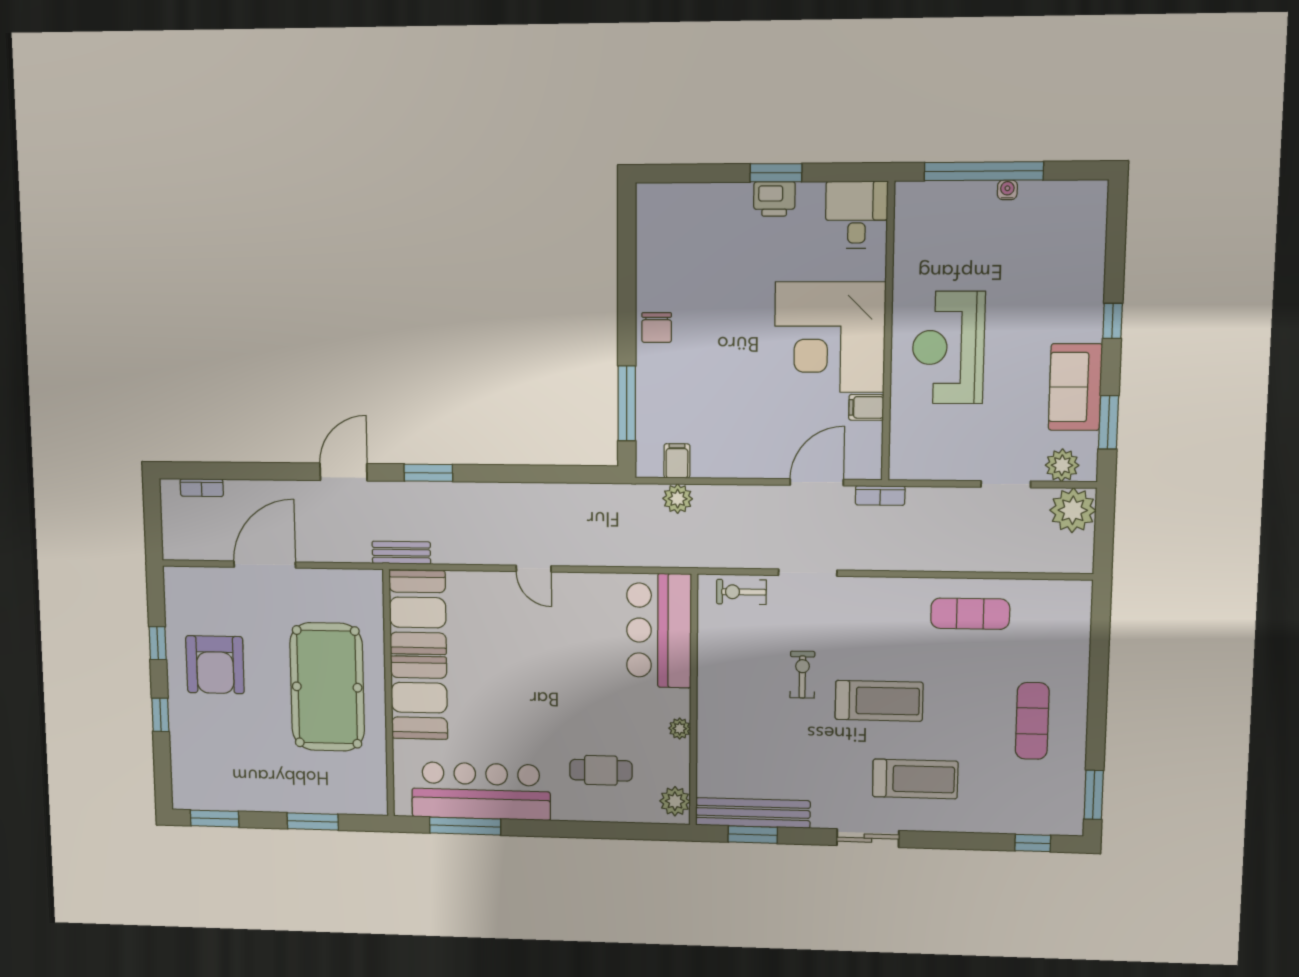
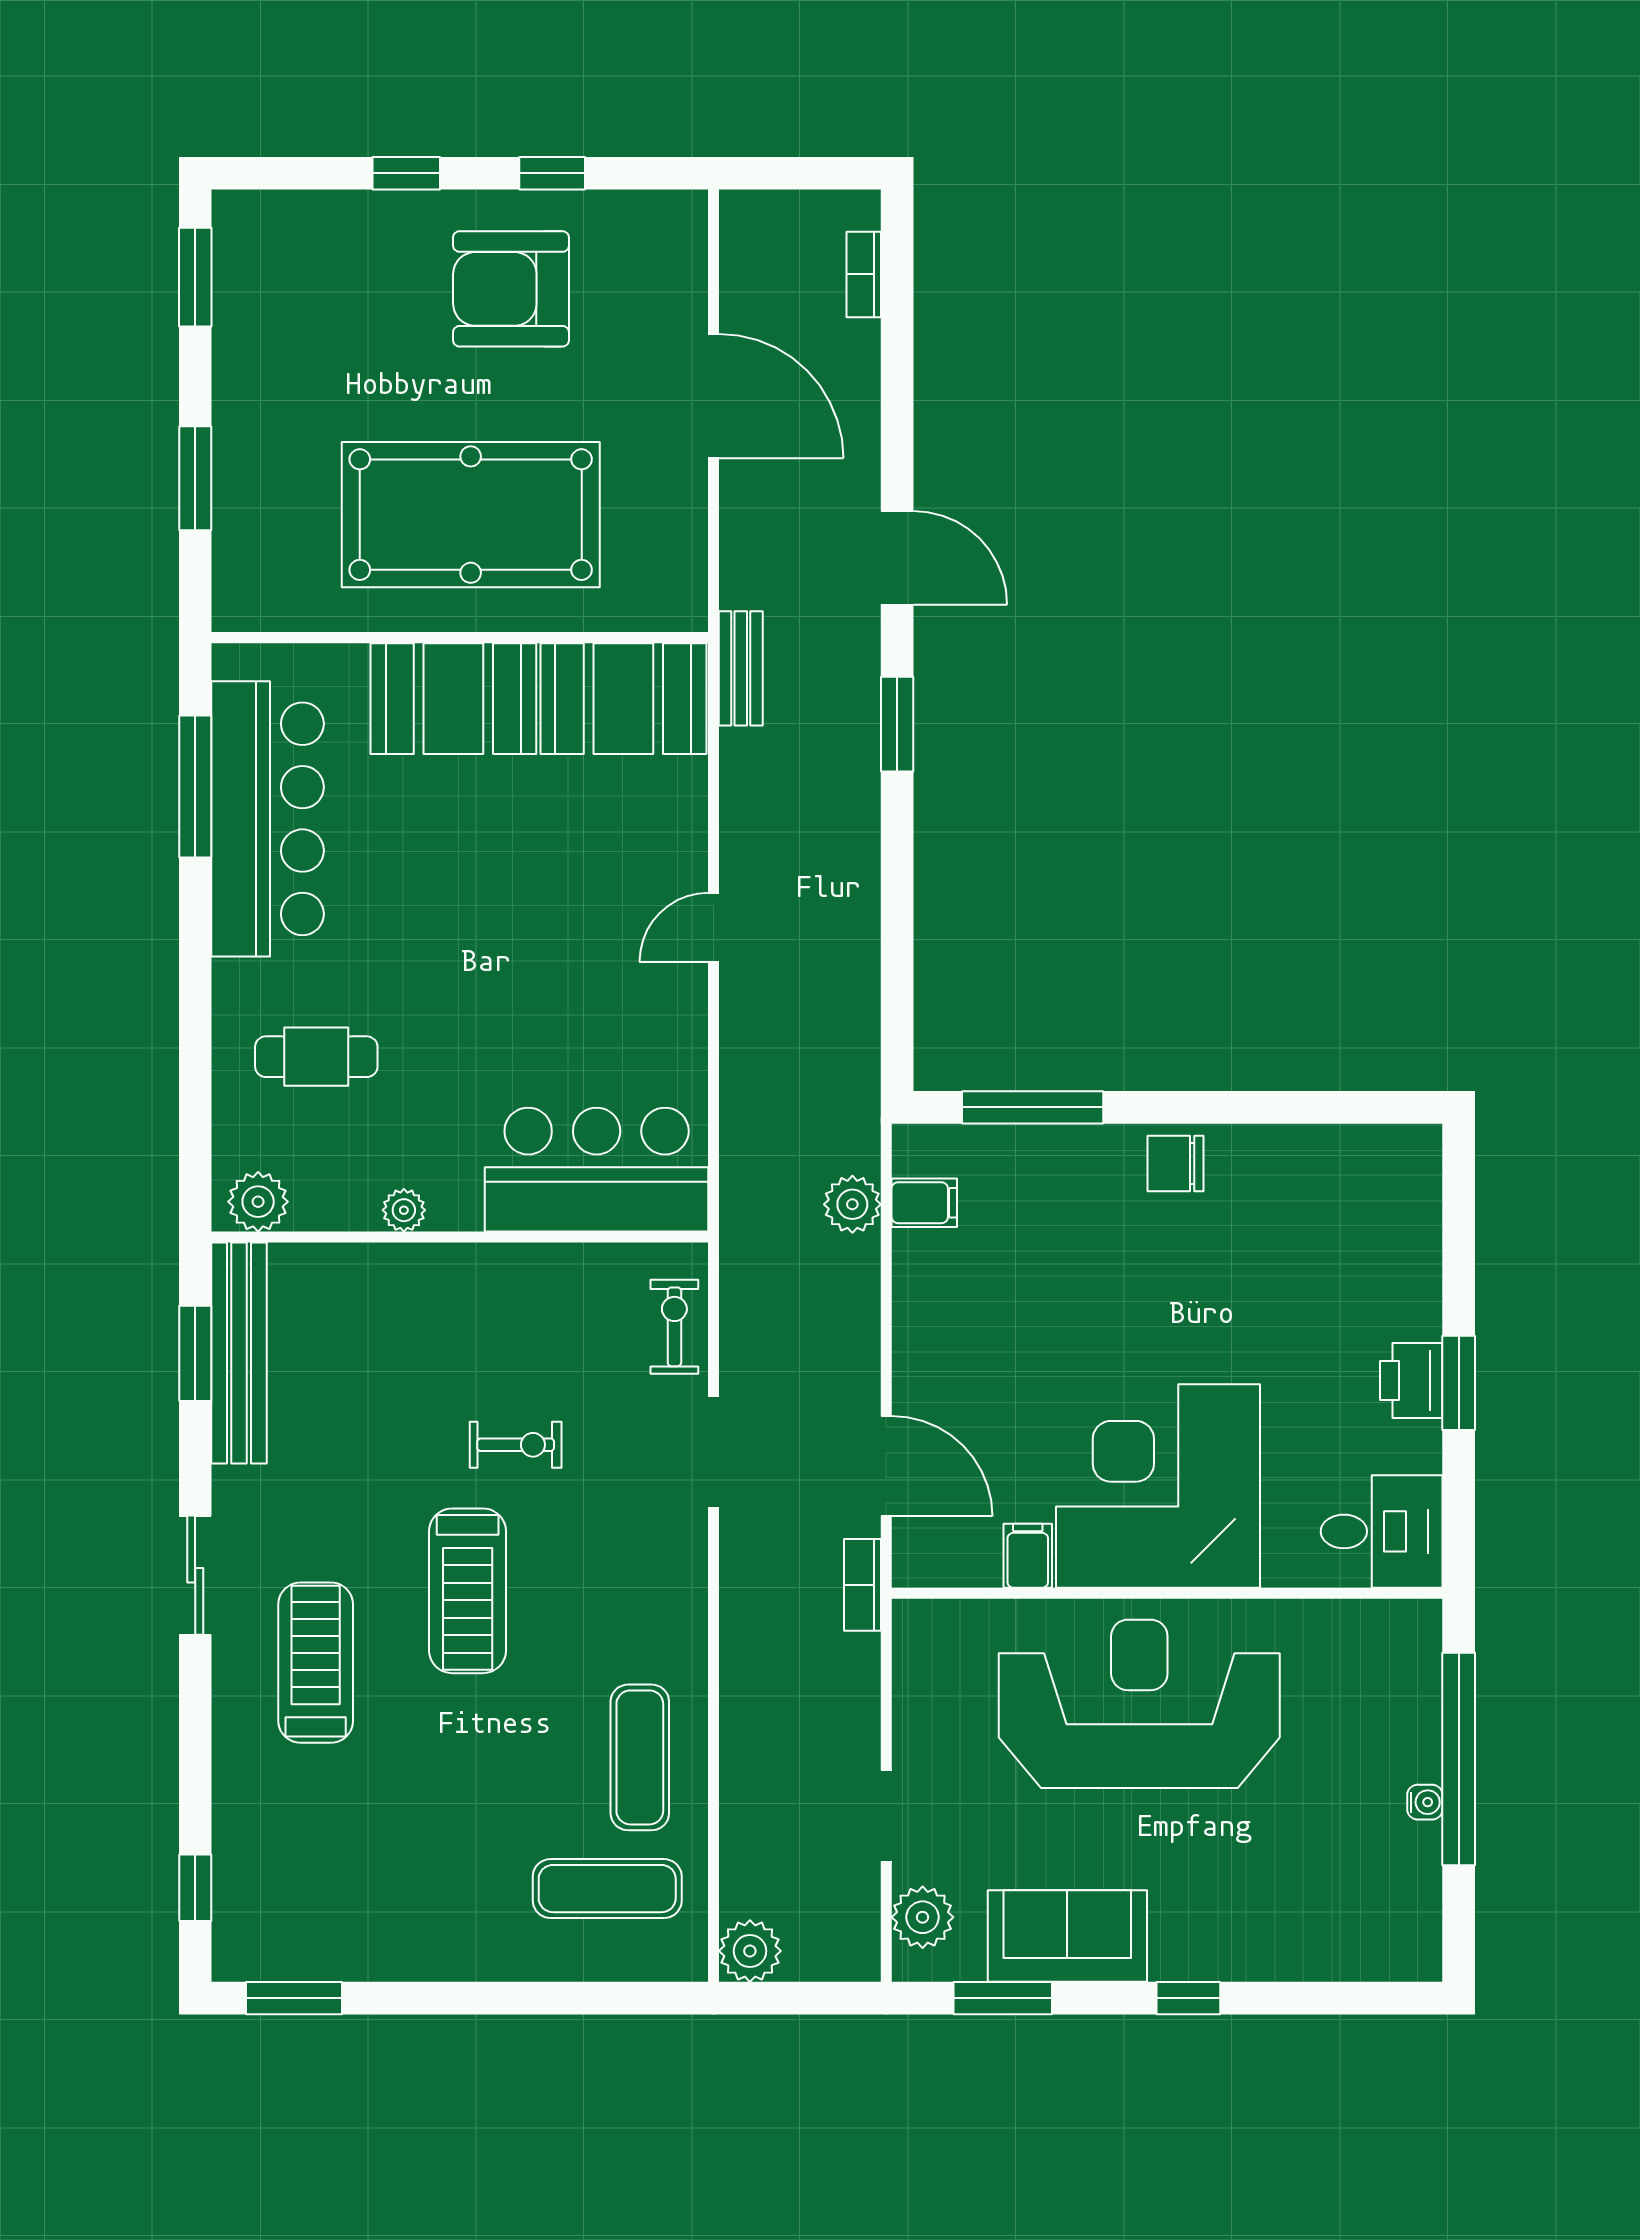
reception desk: (948, 348) -> (1139, 1704), width x1.36, depth x1.30
plant: (1073, 510) -> (750, 1951), moved, width x0.73, depth x0.73
exercise mat: (1032, 721) -> (607, 1889), moved
cafe table: (601, 770) -> (316, 1057), turned 90
treadmill: (915, 779) -> (316, 1663), turned 180

